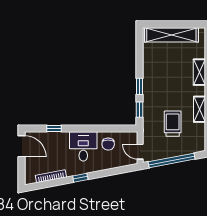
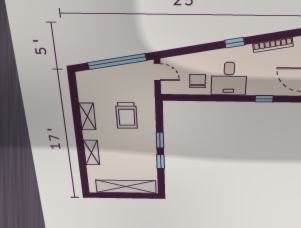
window: (140, 110) -> (161, 162), moved
trolley: (173, 124) -> (127, 115), moved

